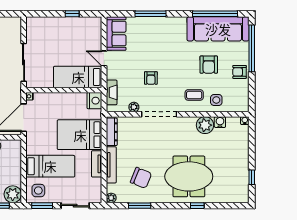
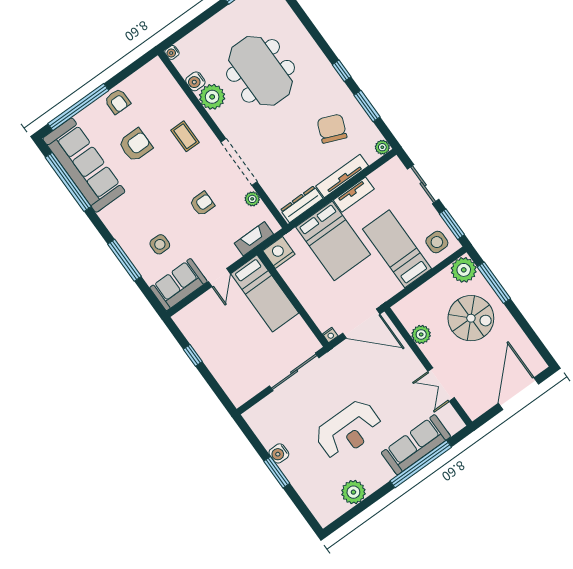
side table: (216, 100) -> (160, 244), moved
meeting table: (189, 176) -> (261, 71), moved
window: (197, 206) -> (342, 71), moved

